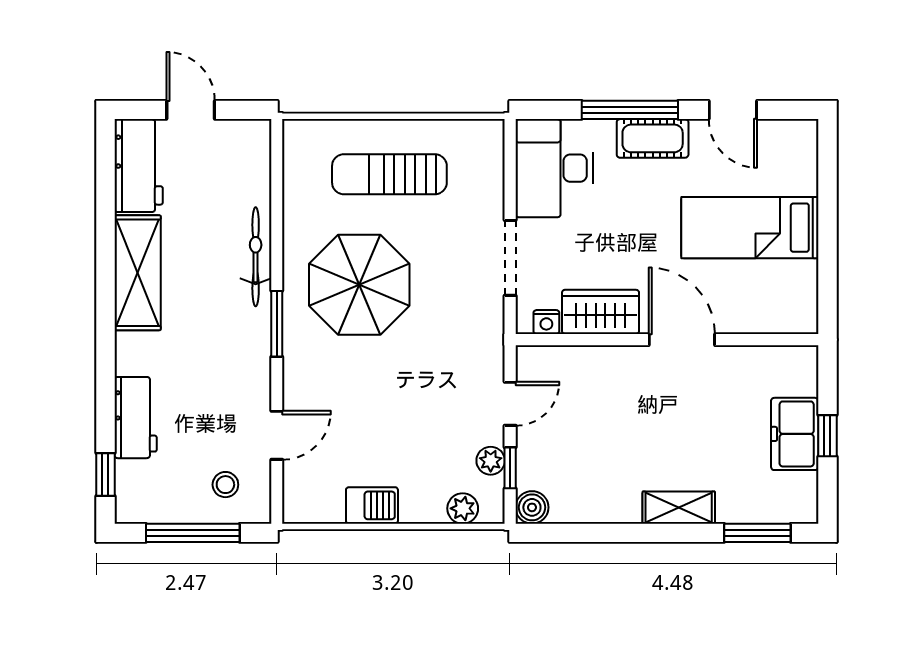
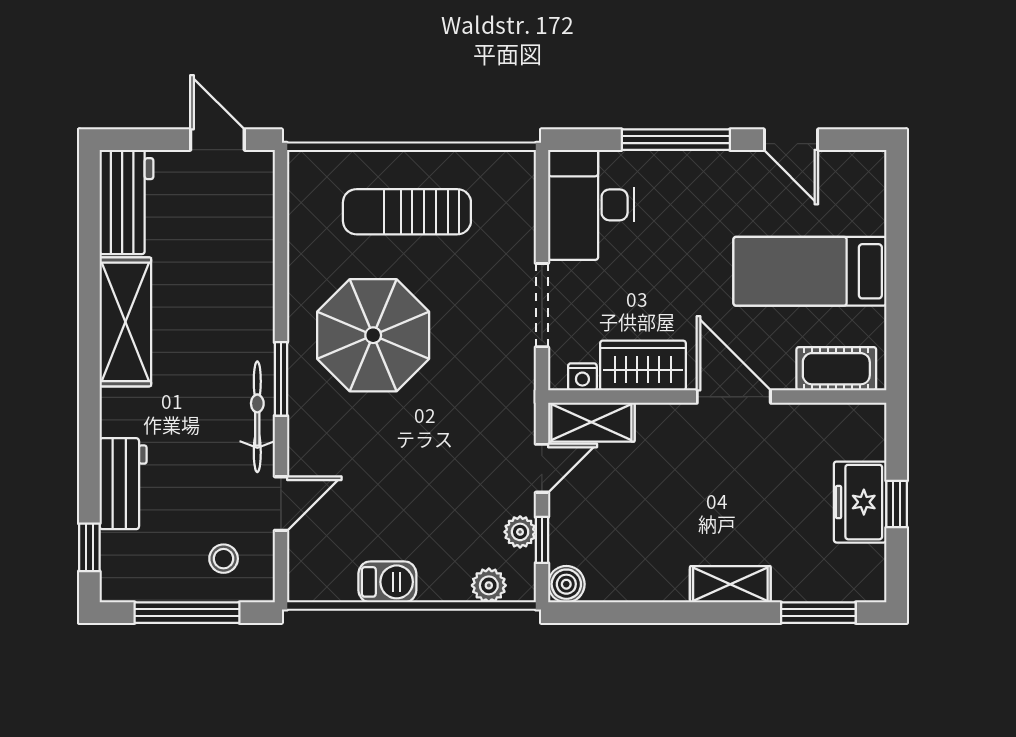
door: (191, 110) -> (217, 140), moved
cot: (653, 138) -> (836, 369), moved
bicycle: (256, 257) -> (257, 417), moved
shelving: (554, 363) -> (591, 422), added

